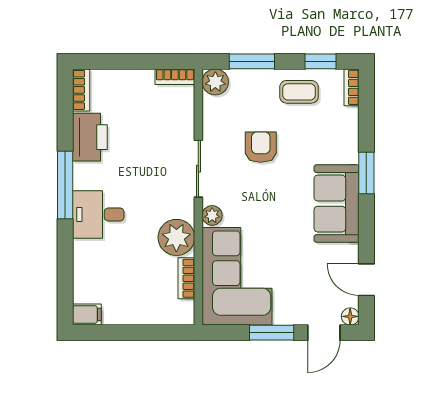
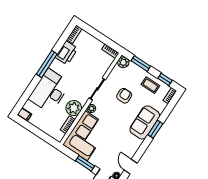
sofa: (337, 204) -> (145, 122), moved
desk: (98, 215) -> (50, 91), width x1.87, depth x1.30

